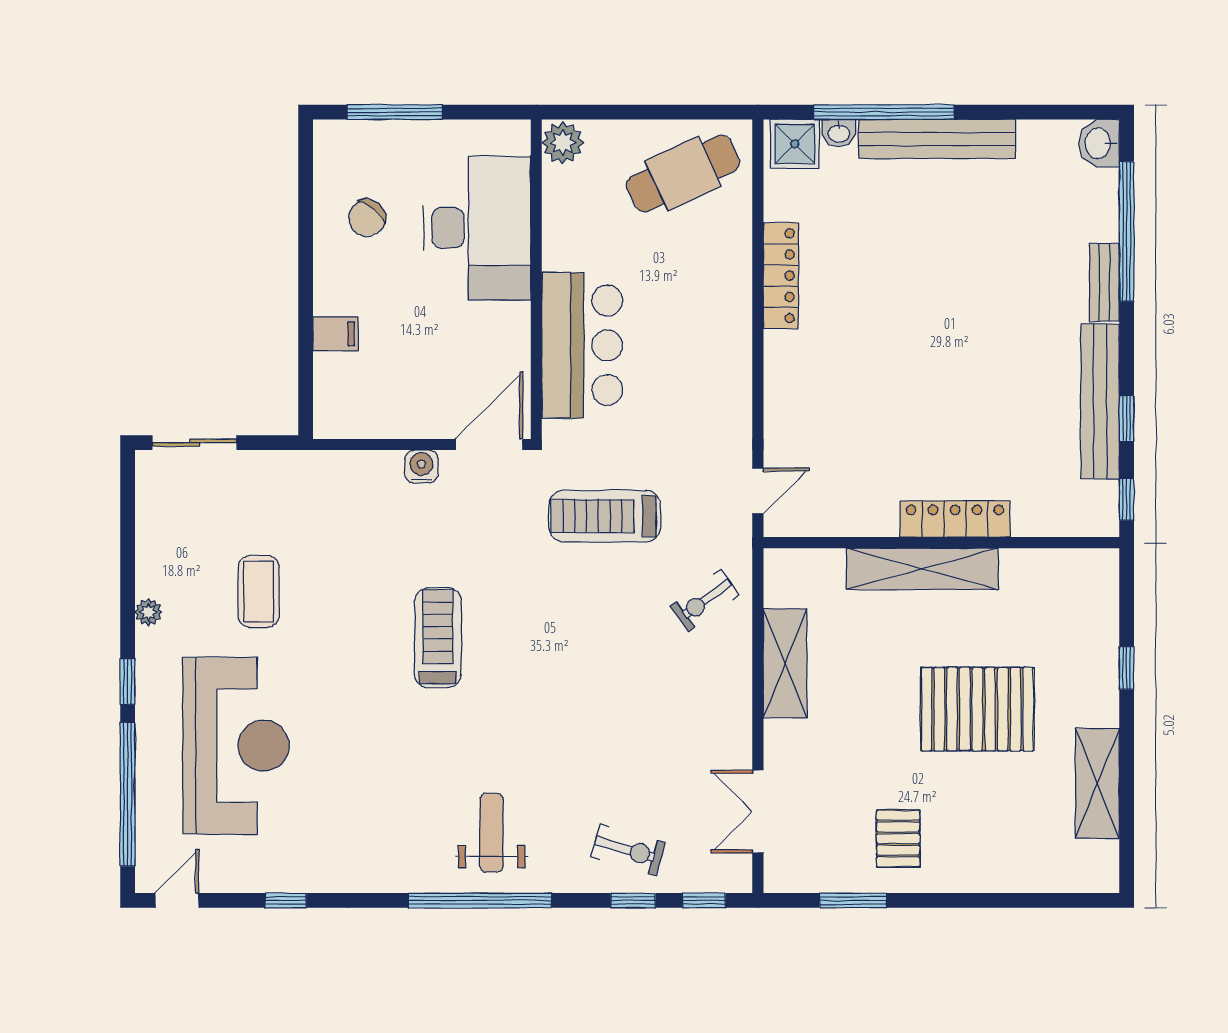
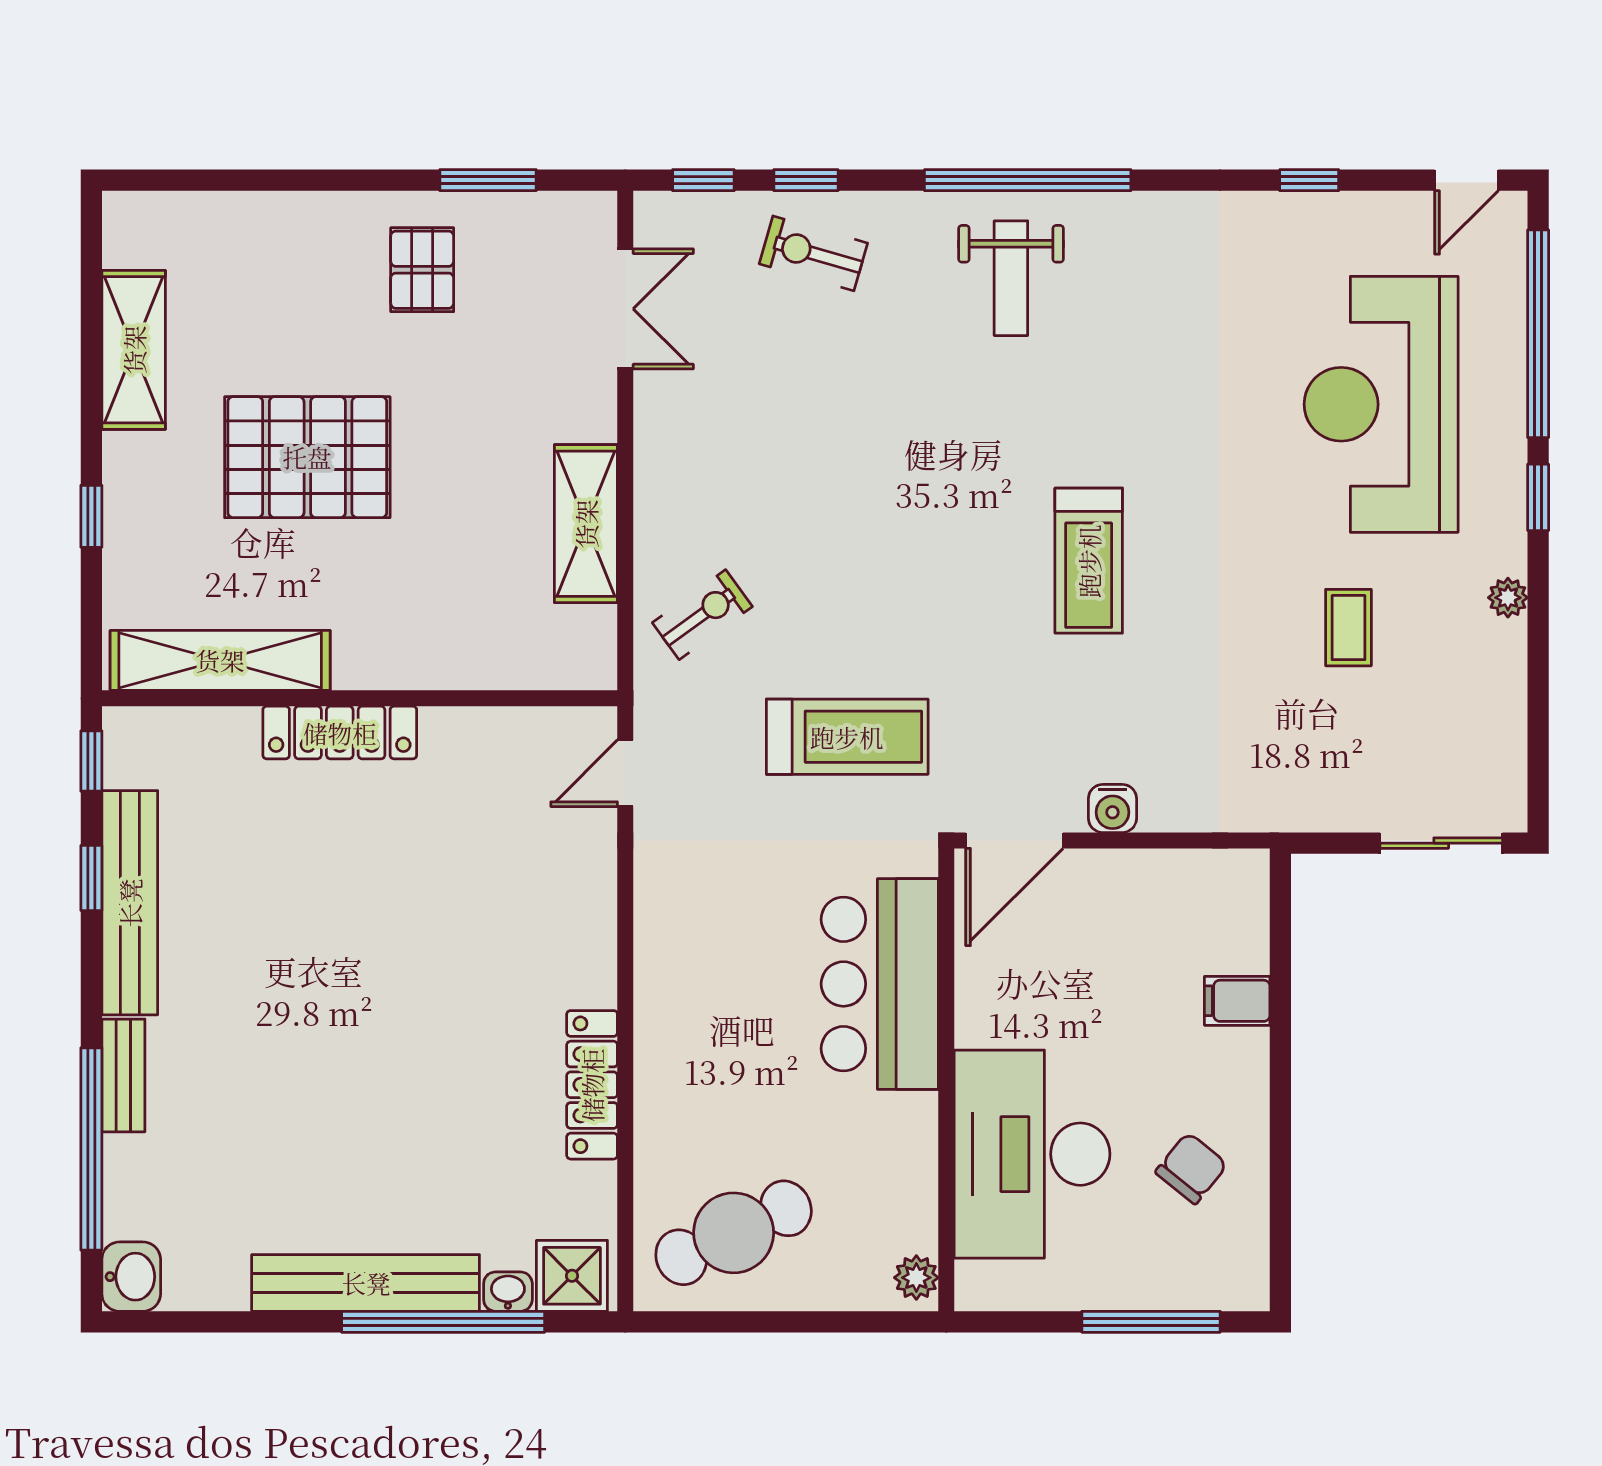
plant: (563, 143) -> (916, 1278), width x0.73, depth x0.73
shelving: (922, 569) -> (220, 660), moved
coffee table: (259, 591) -> (1348, 628), width x0.73, depth x0.77

